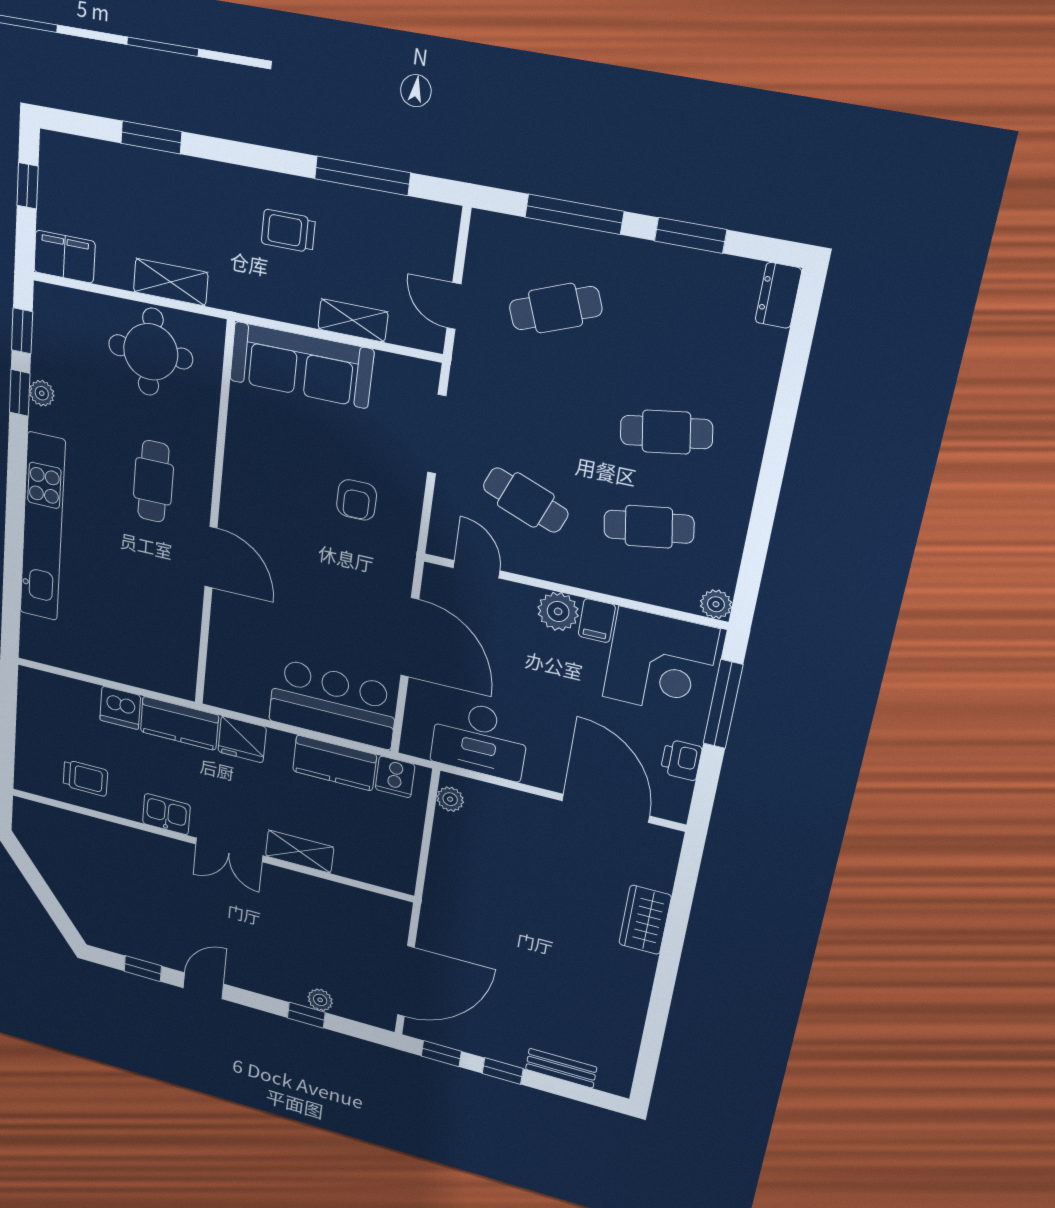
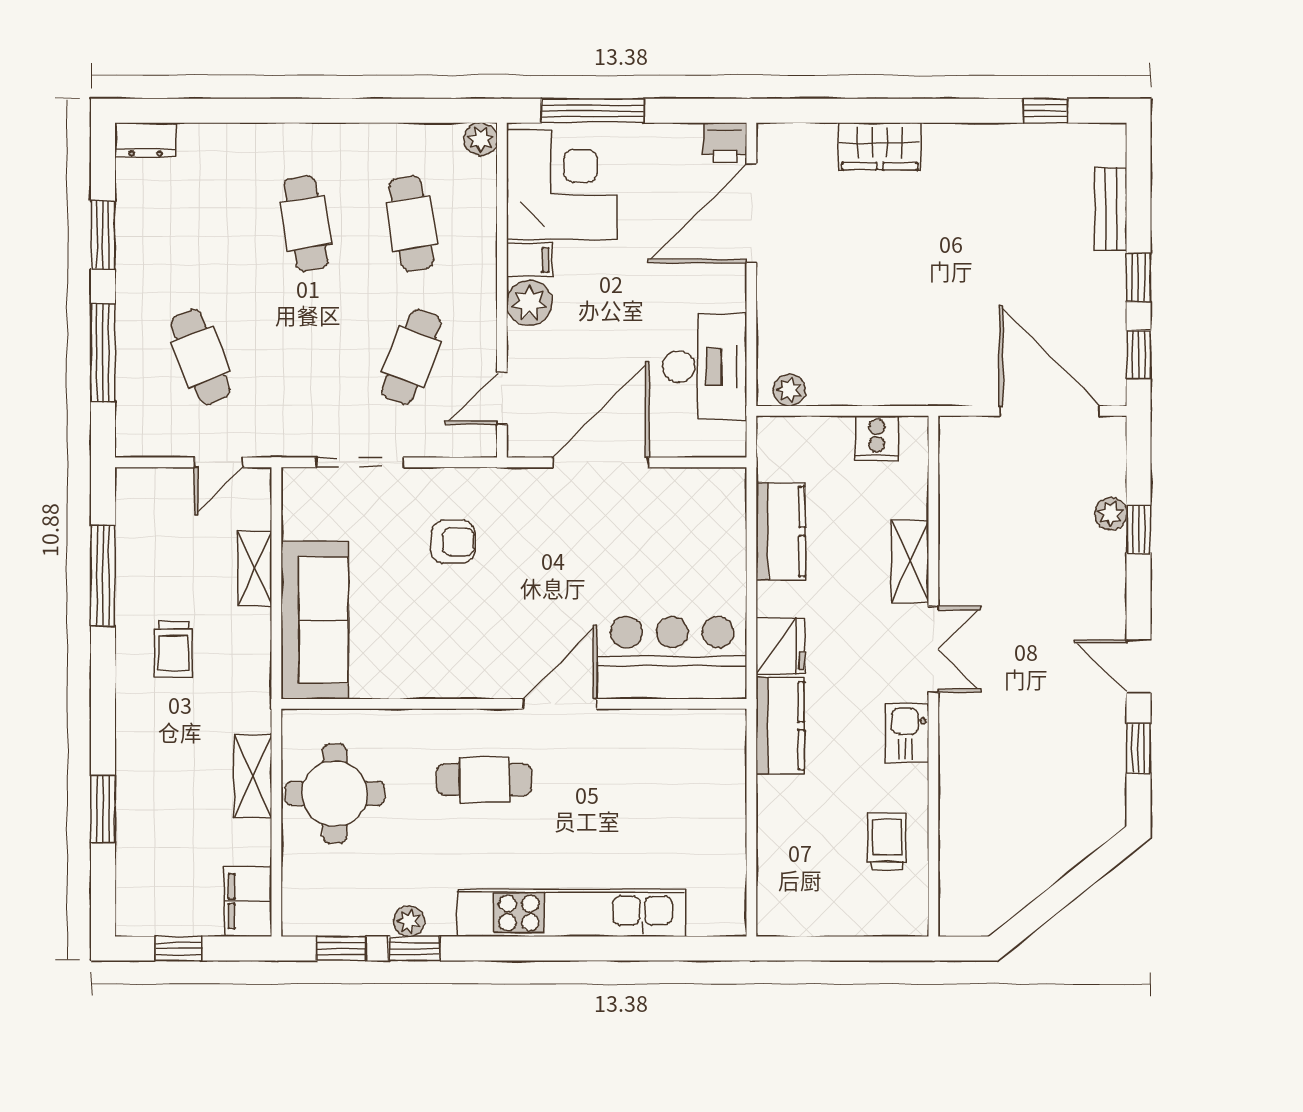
bar counter: (333, 704) -> (672, 658), moved, turned 90
dishwasher: (120, 708) -> (779, 802), removed
printer: (681, 760) -> (725, 142), moved
cooker: (395, 777) -> (877, 438), moved, turned 90
window: (651, 1046) -> (1045, 111), added

